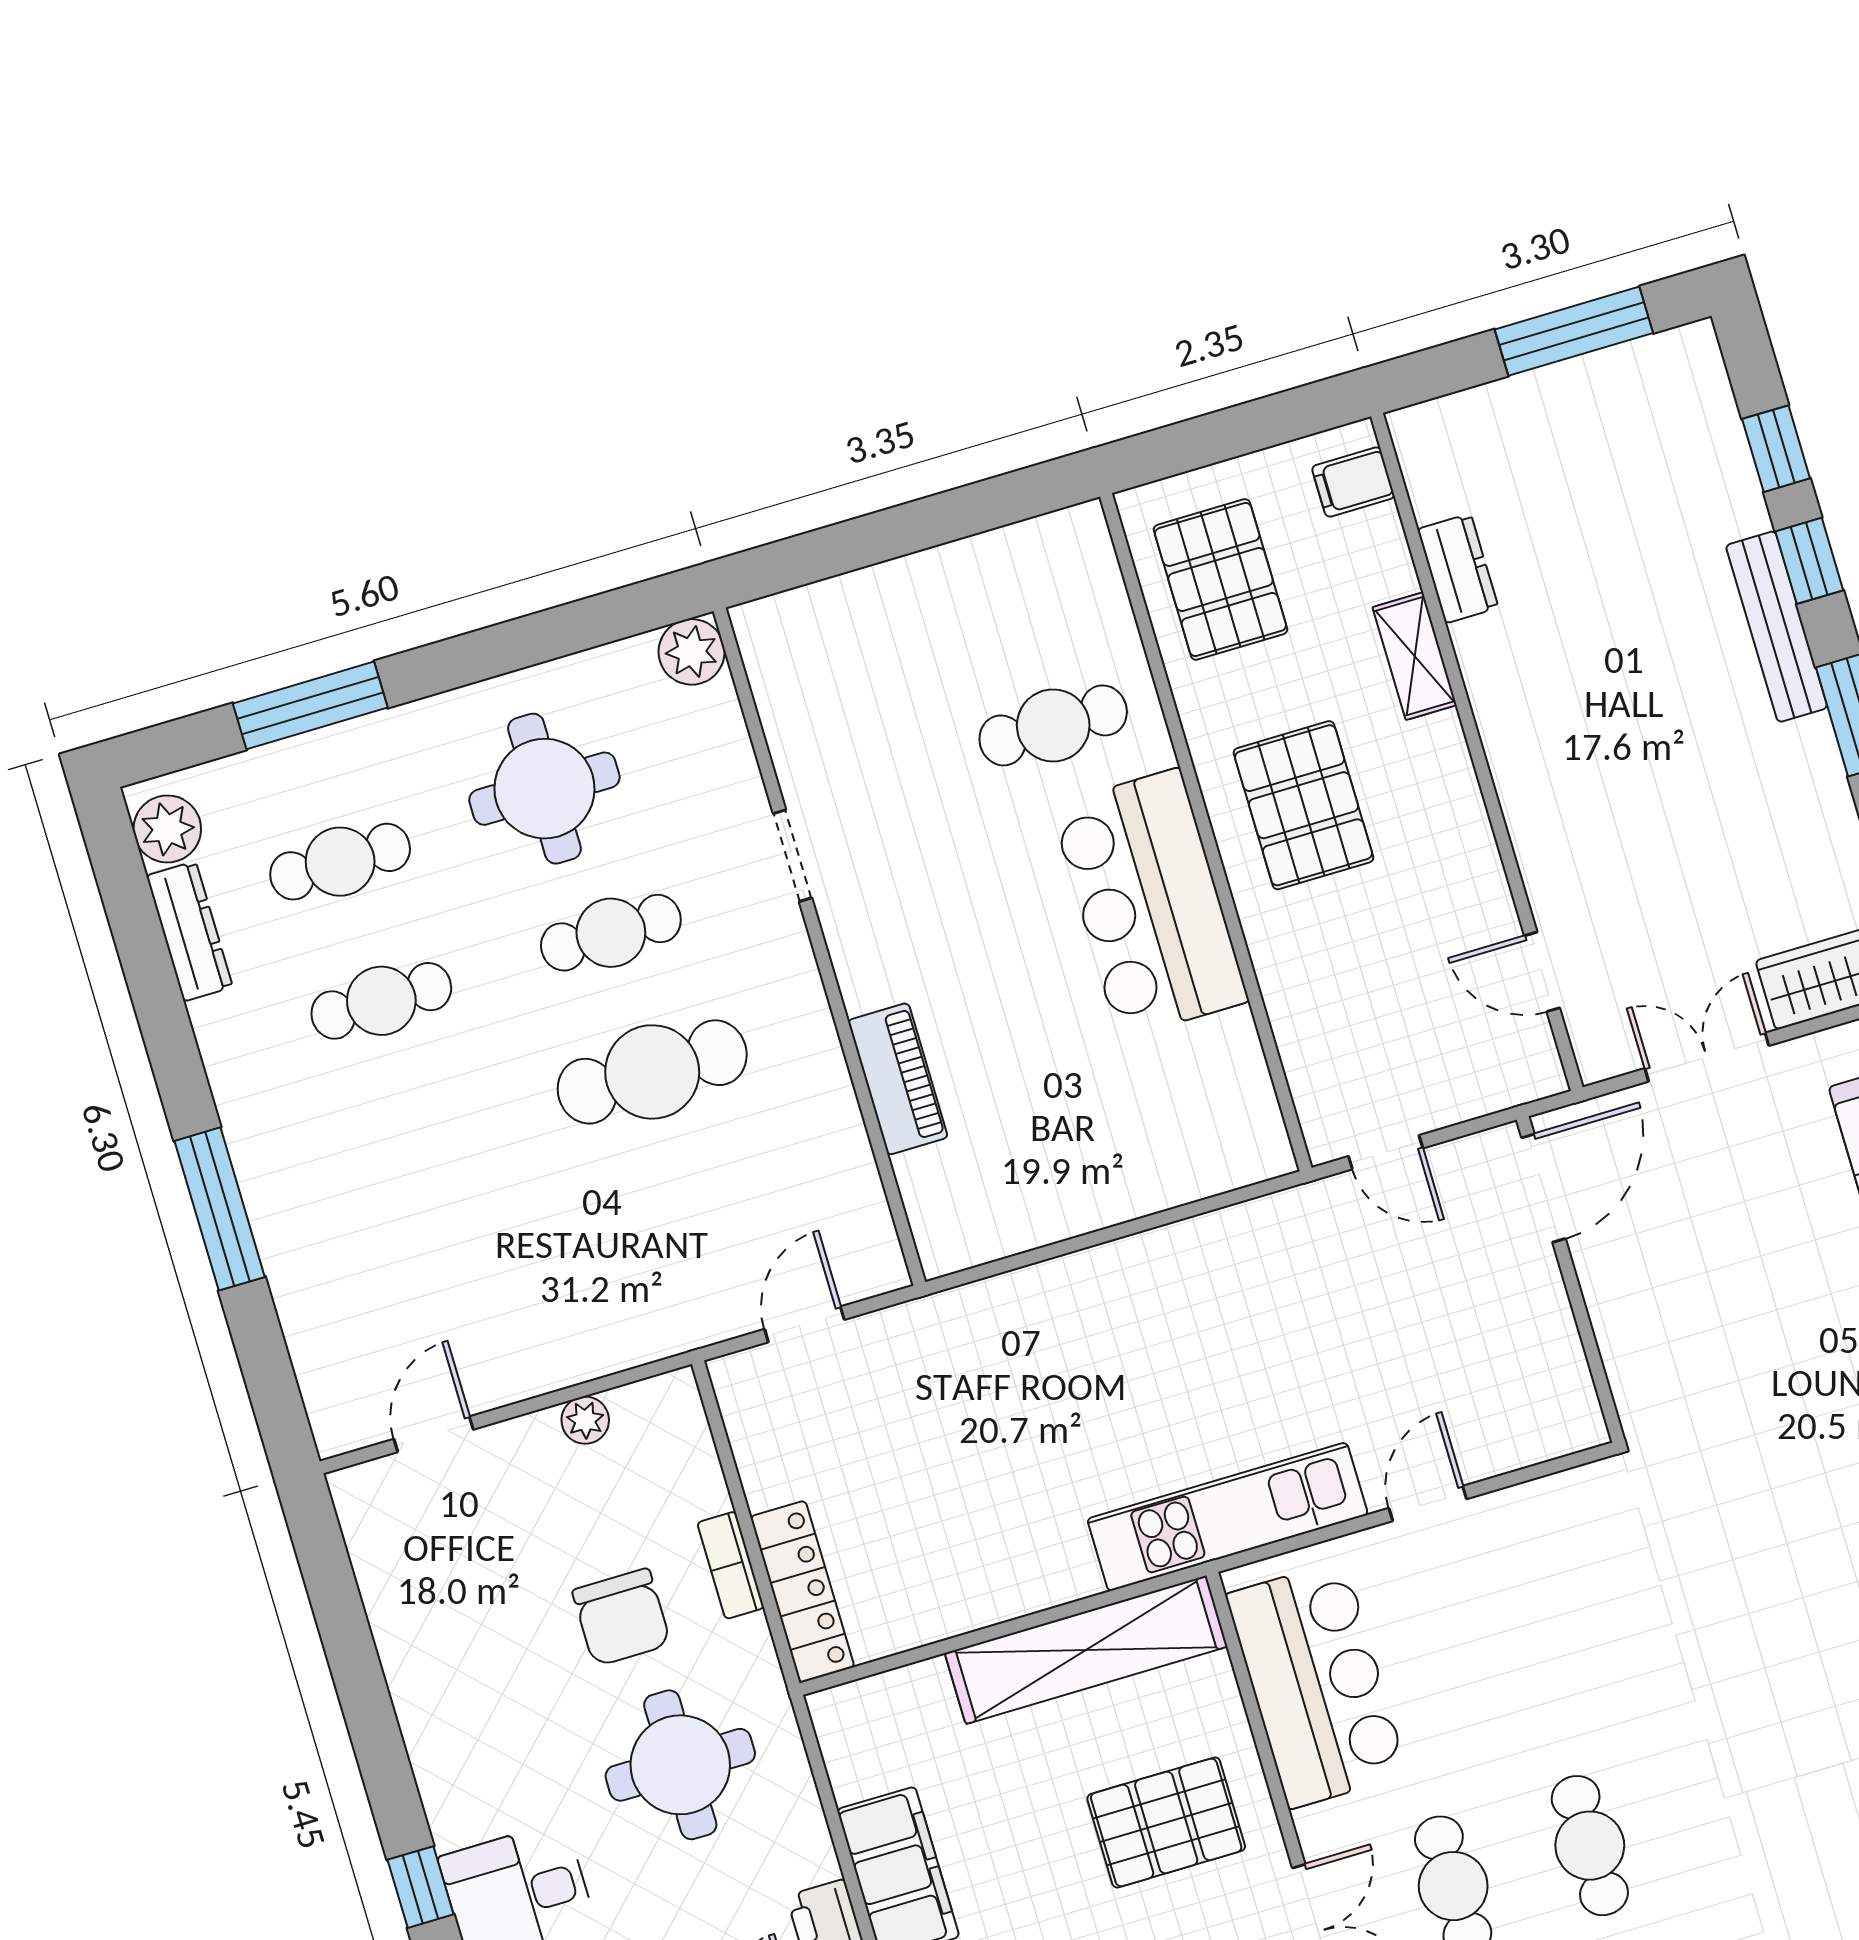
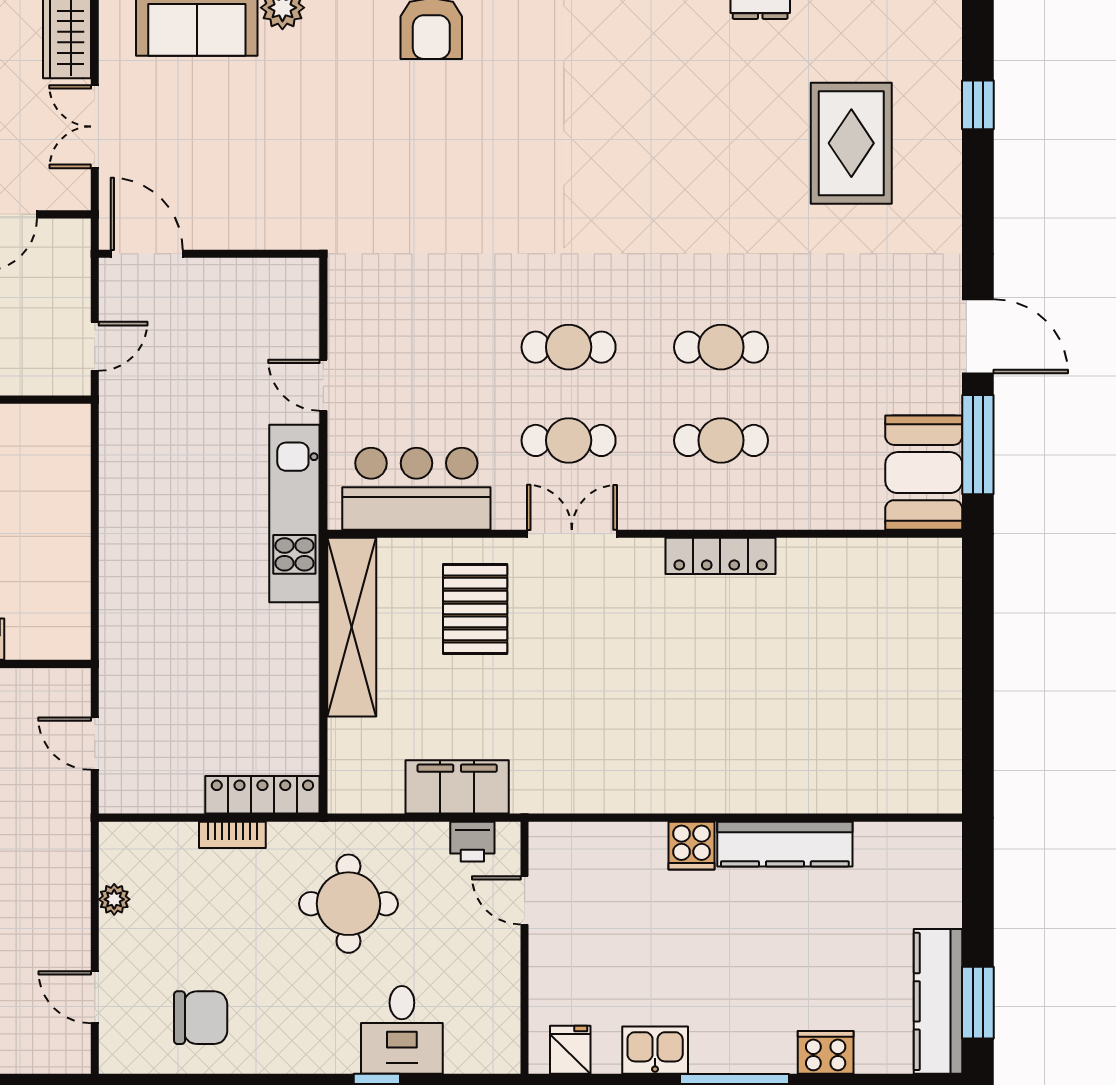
chair: (621, 1617) -> (201, 1018), moved

